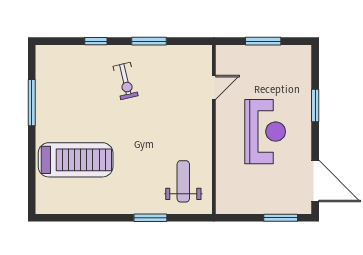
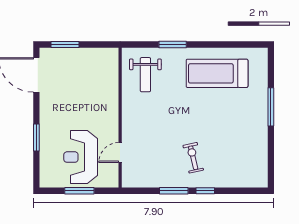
window: (96, 41) -> (205, 191), moved
window: (32, 103) -> (271, 107), moved
reception desk: (265, 132) -> (81, 157), moved
treadmill: (76, 160) -> (217, 73), moved

